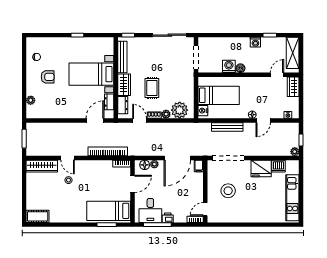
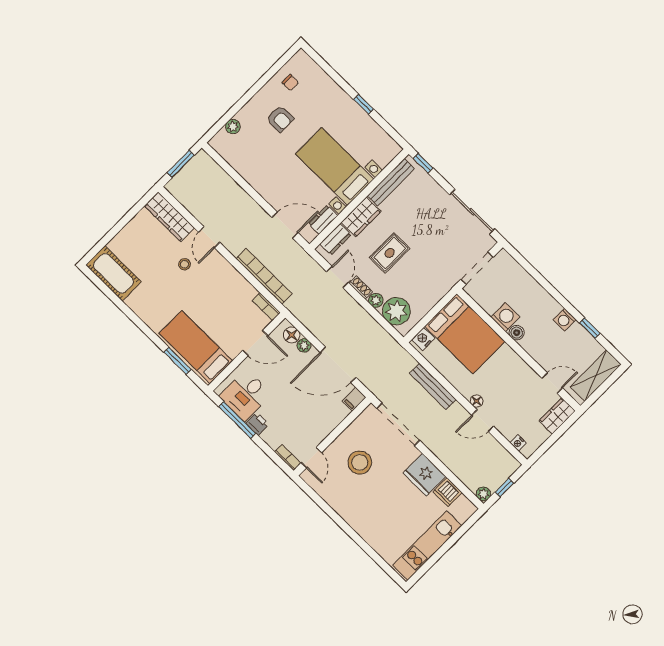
bed: (219, 95) -> (465, 334), width x1.50
door: (205, 209) -> (311, 458), swing flipped
cot: (38, 216) -> (113, 273), width x1.37, depth x1.34

